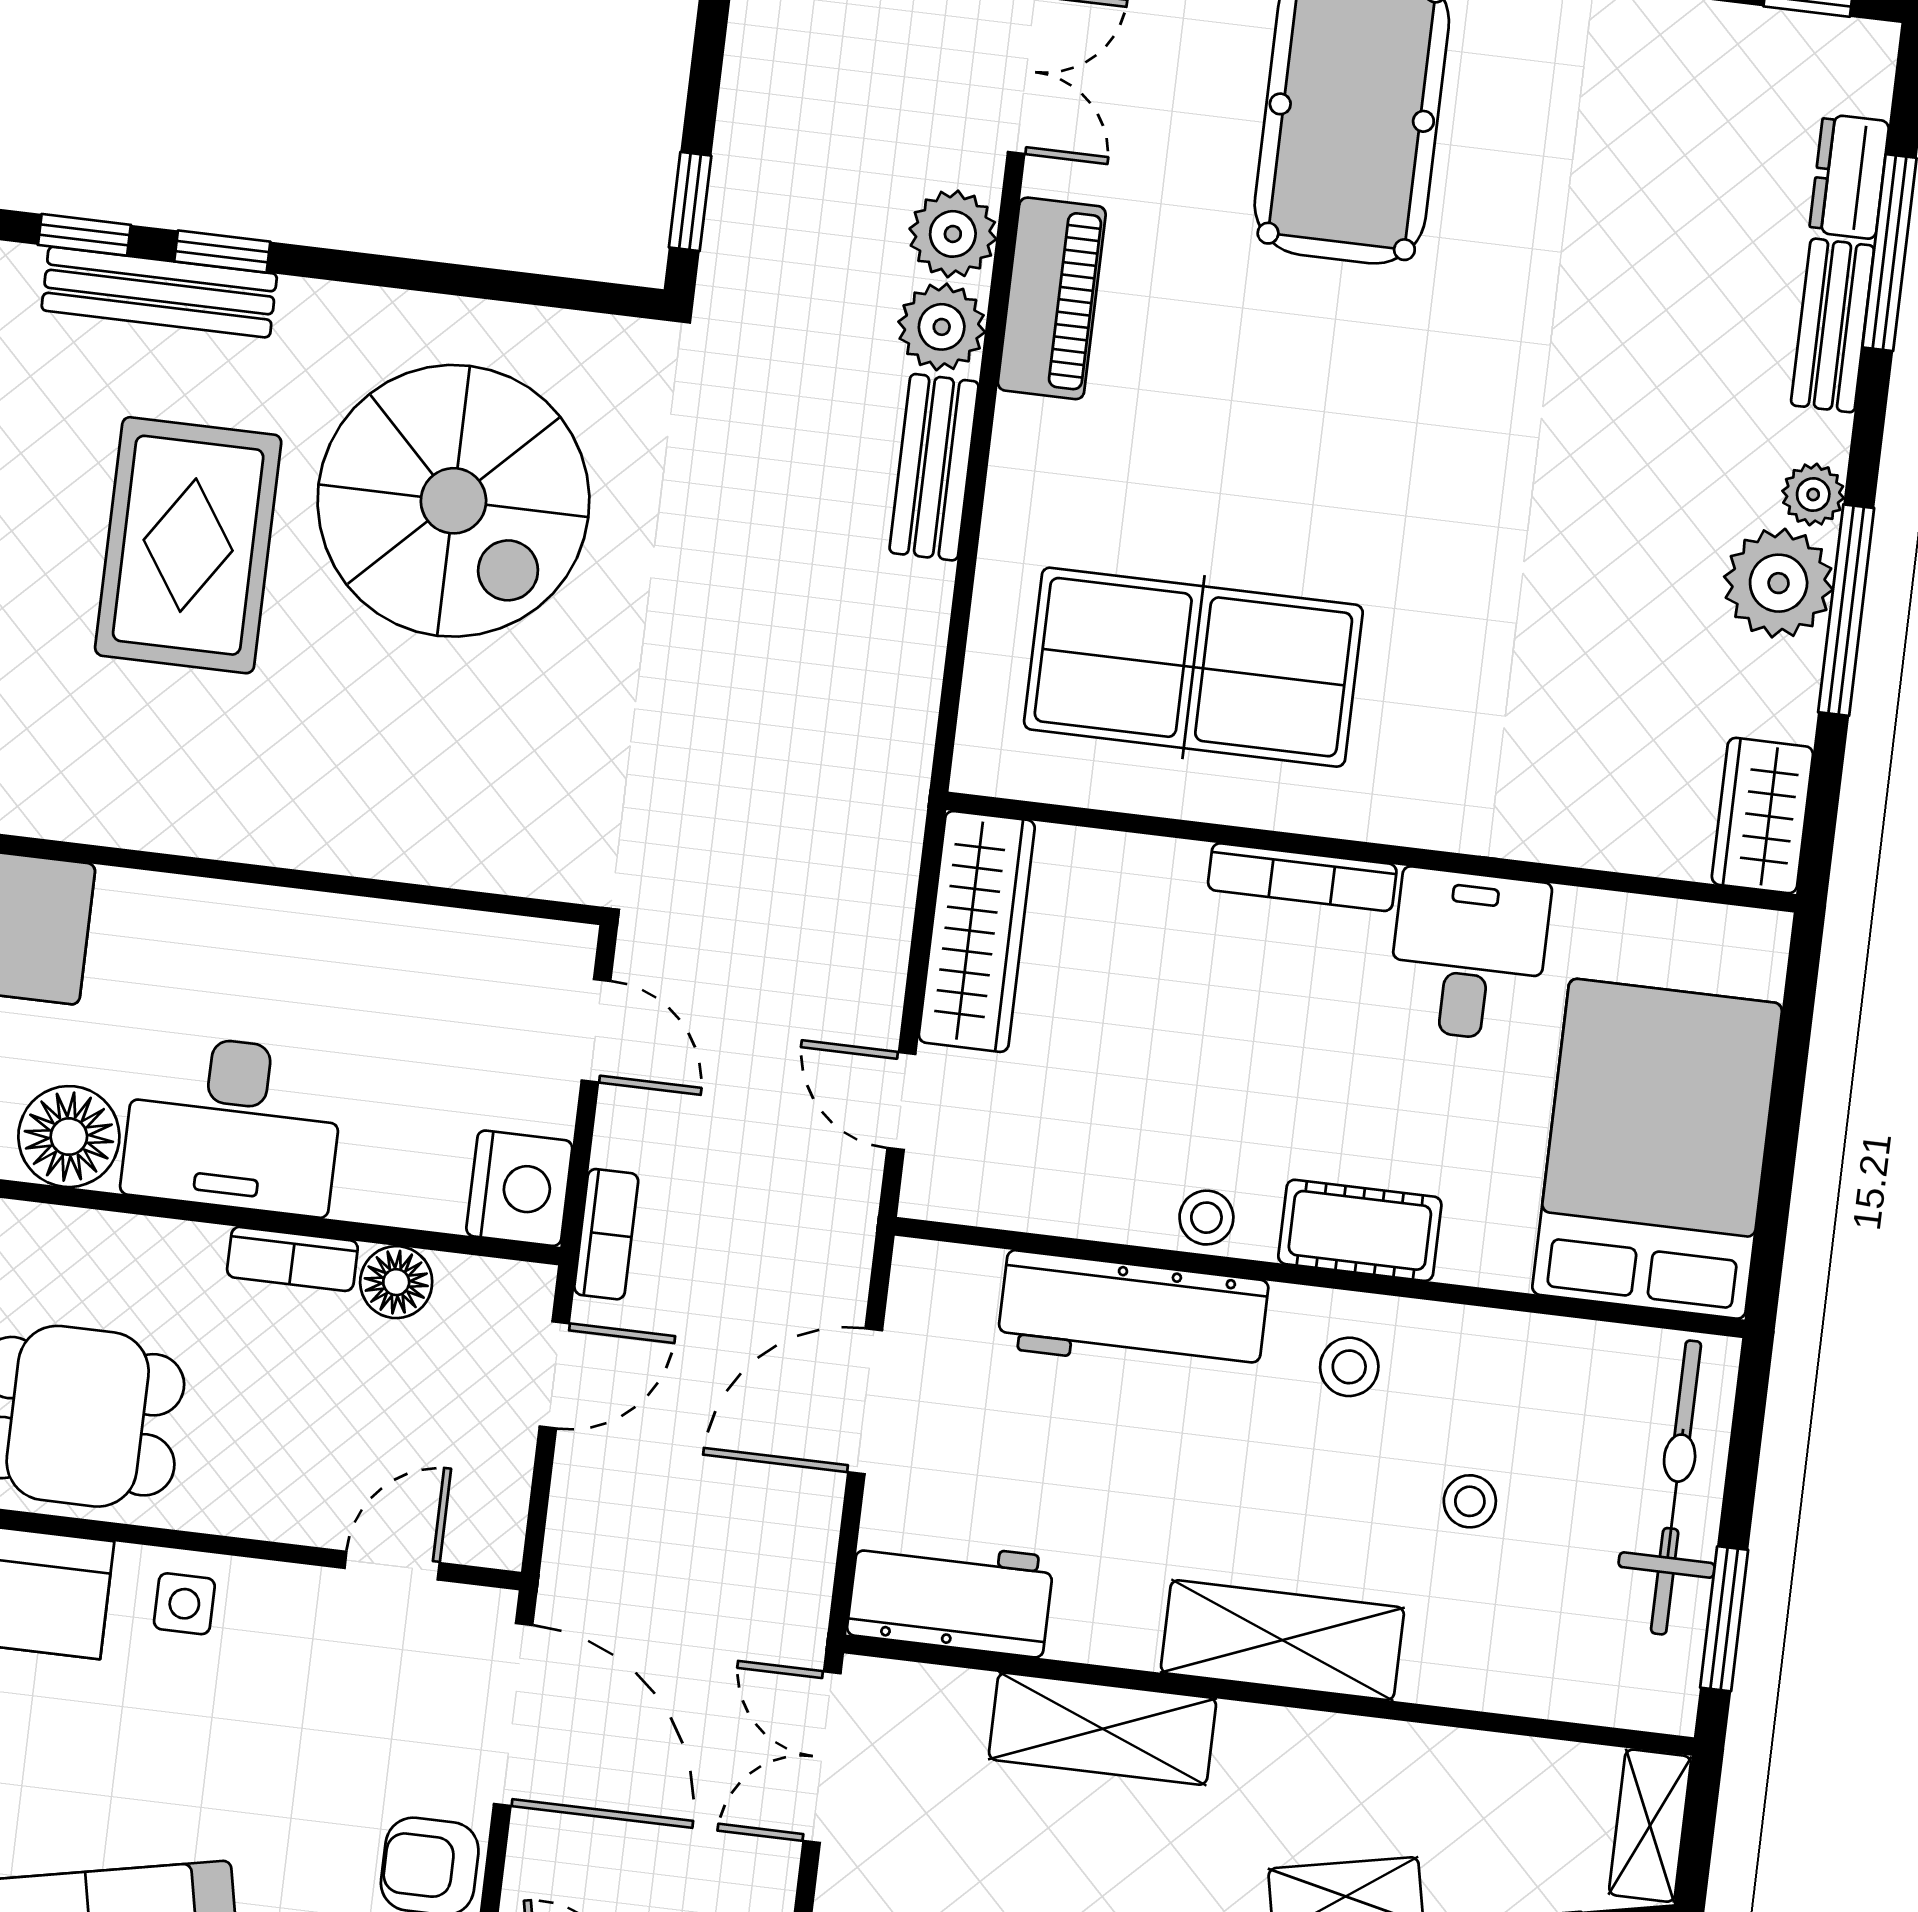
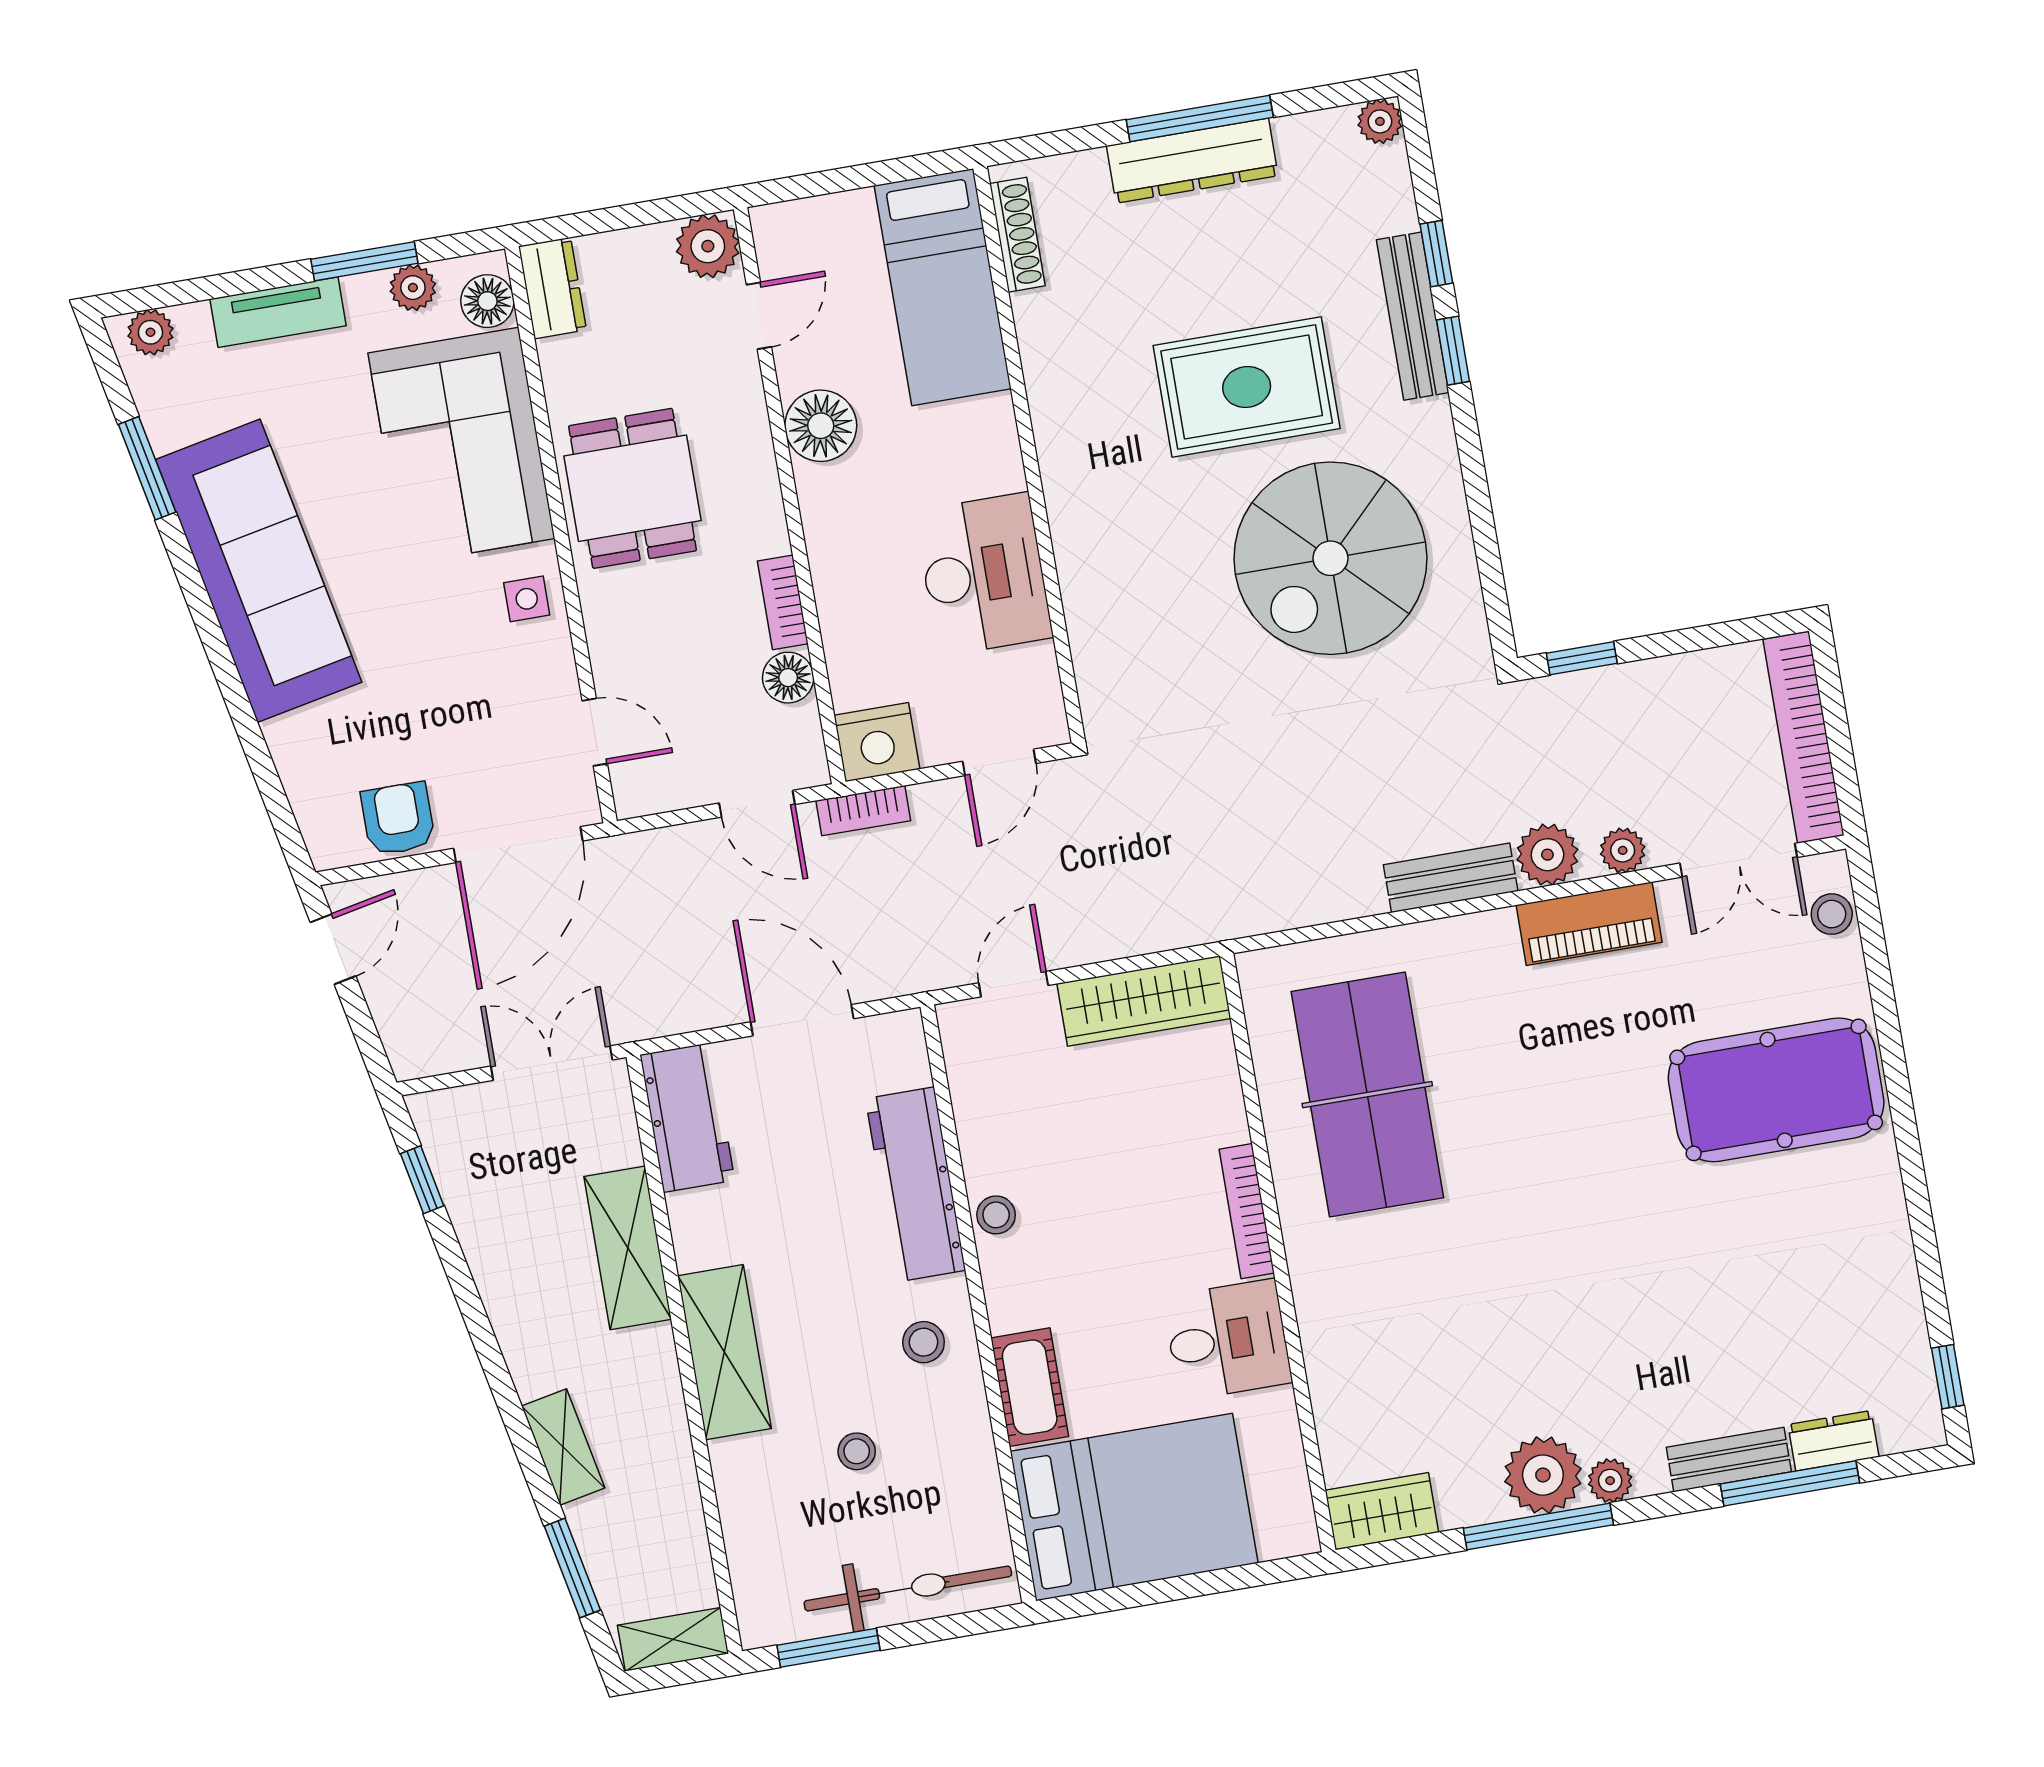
plant: (953, 234) -> (1623, 850), width x0.73, depth x0.73
desk: (233, 1124) -> (984, 574), moved, turned 180
cot: (1360, 1230) -> (1030, 1387), moved

